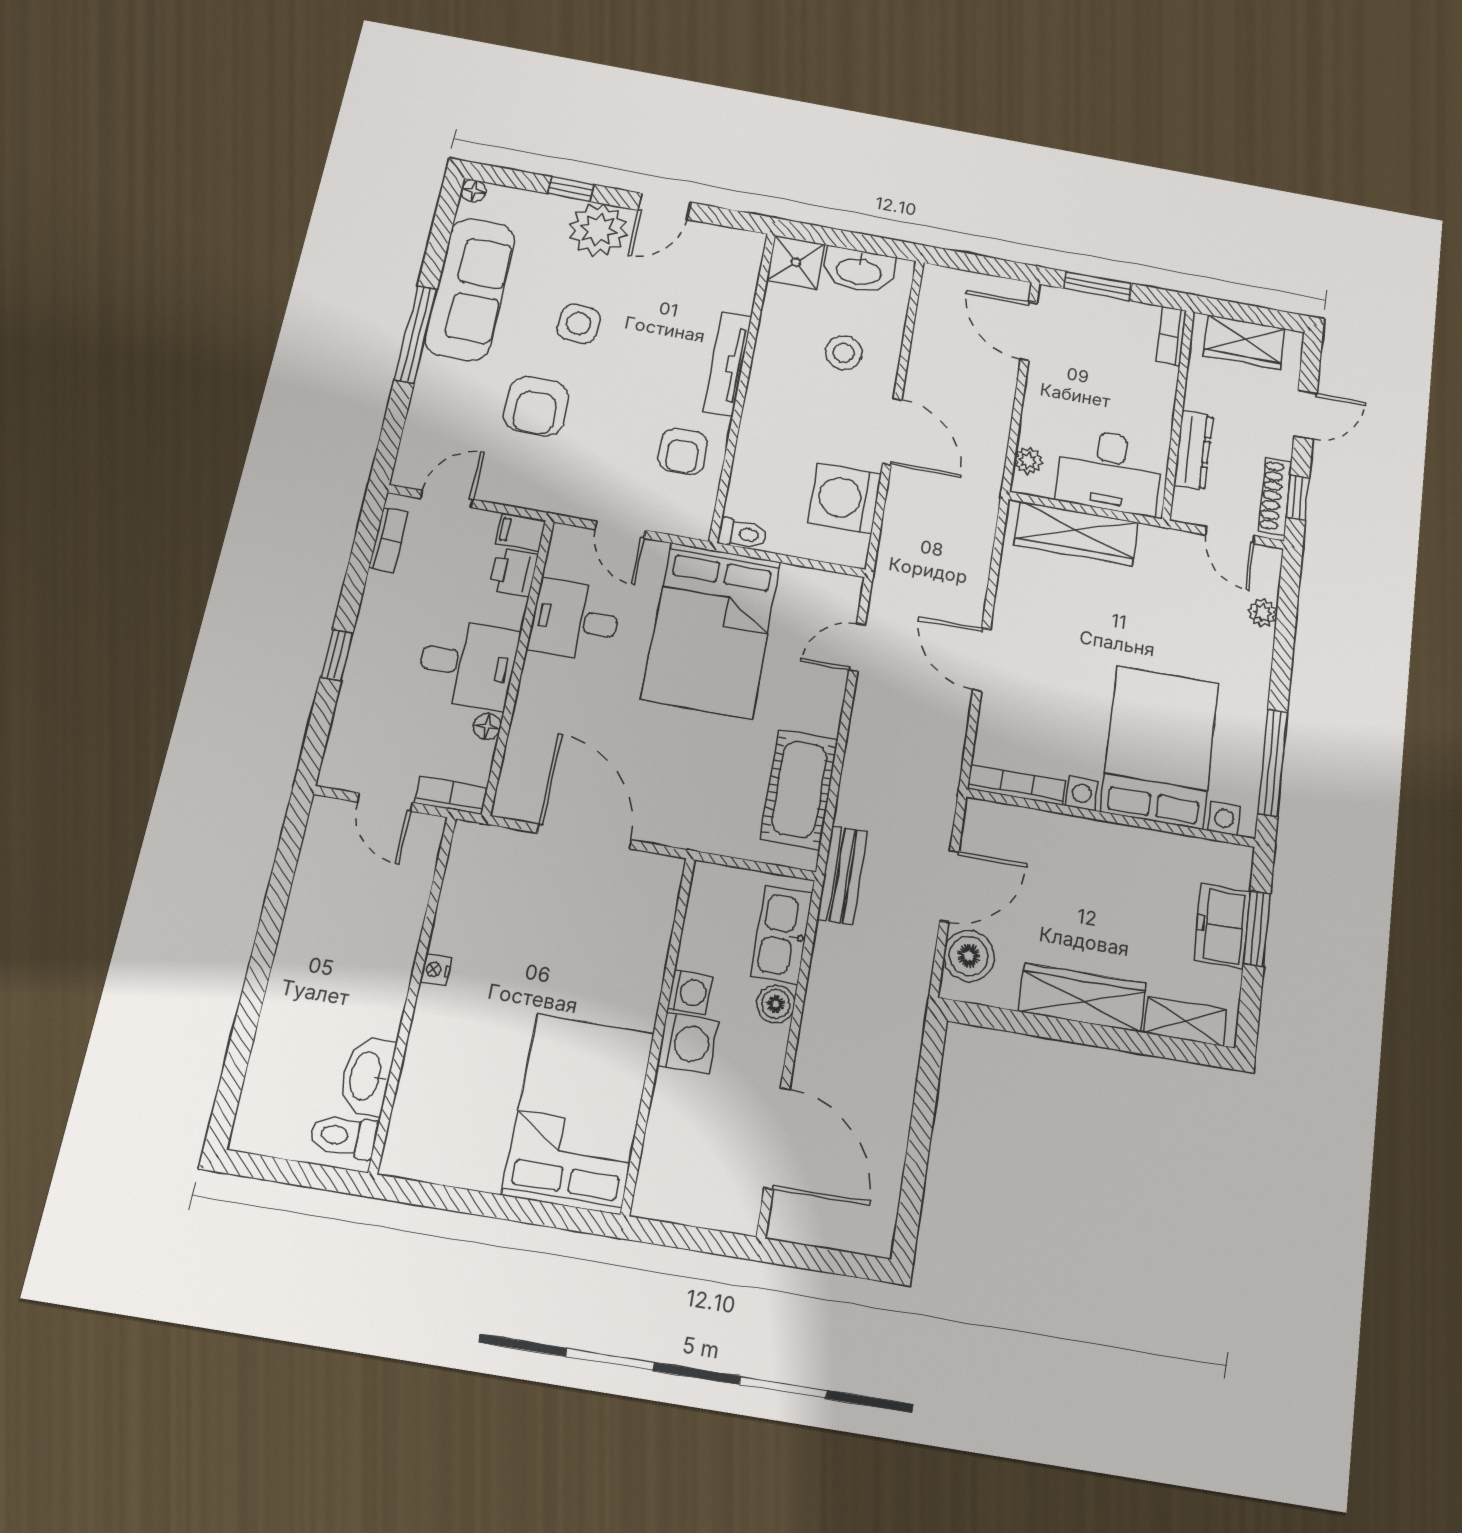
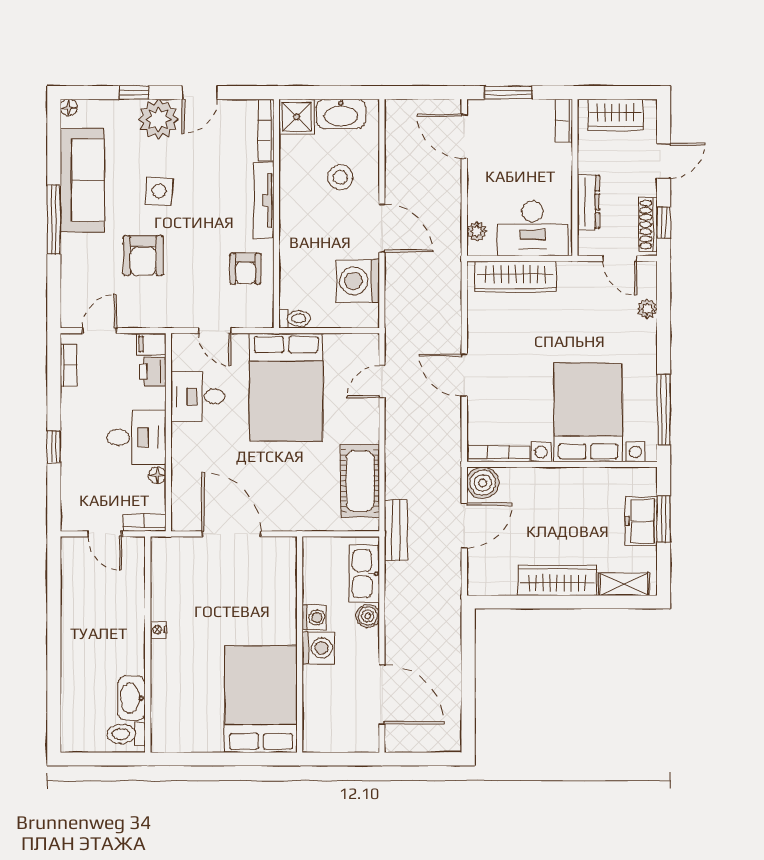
bookcase: (749, 272) -> (266, 130), added
boiler: (969, 956) -> (483, 483), moved

